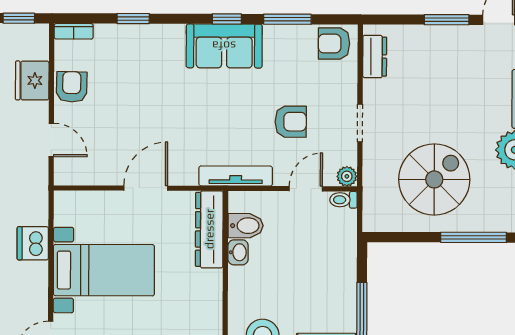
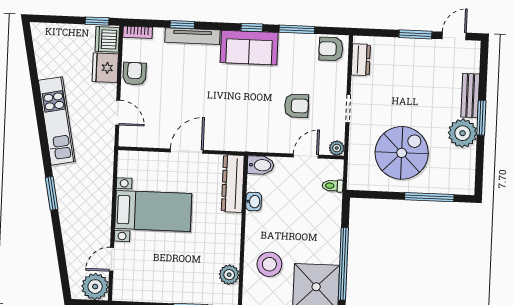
tv unit: (236, 176) -> (192, 36), moved, turned 180
toilet: (343, 200) -> (333, 186), moved
bidet: (246, 226) -> (261, 165), moved
dishwasher: (33, 243) -> (107, 39), moved

